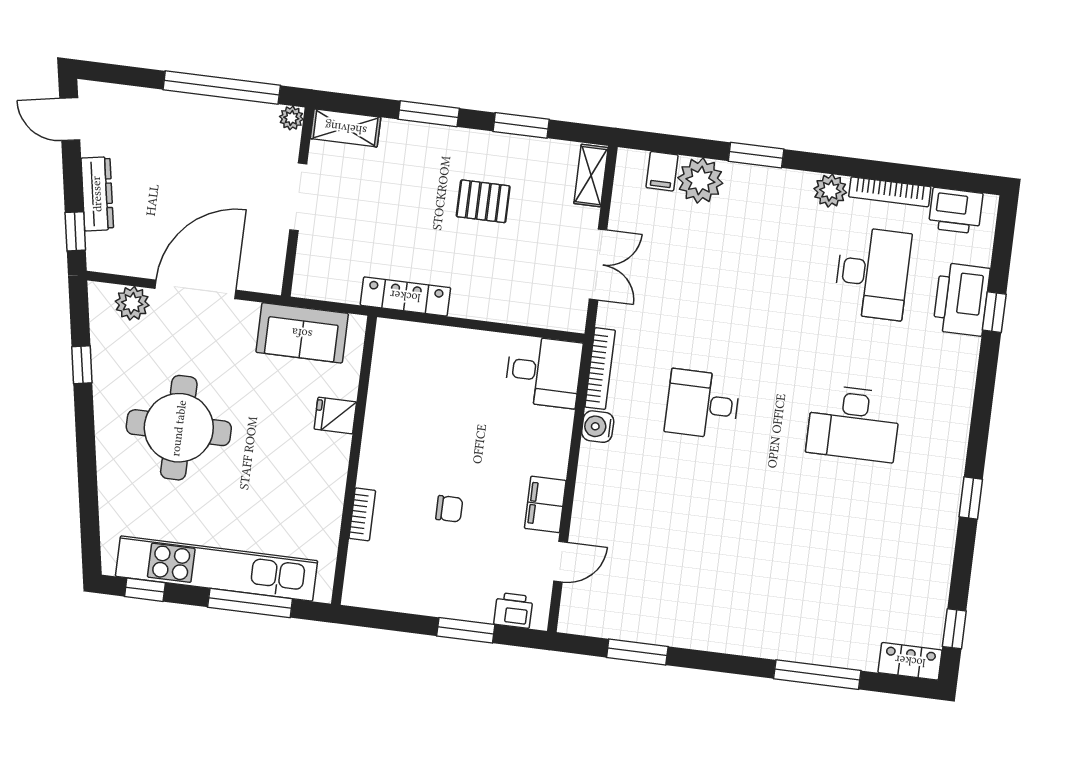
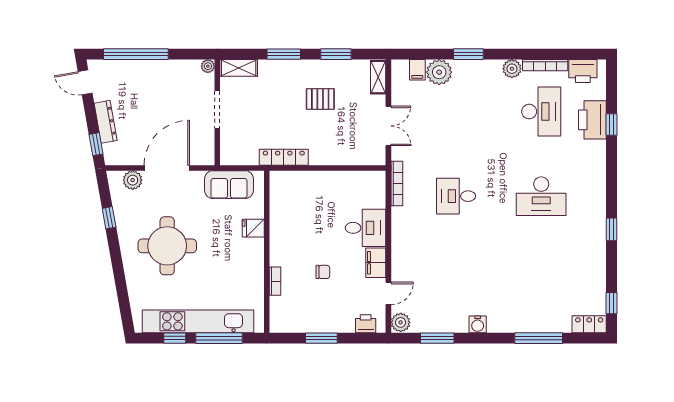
window: (222, 88) -> (136, 54), moved
desk: (543, 372) -> (366, 228), moved
water cooler: (598, 427) -> (478, 324), moved, turned -90
window: (145, 590) -> (175, 338), moved
plant: (576, 616) -> (401, 322), added
window: (466, 630) -> (321, 338), moved

